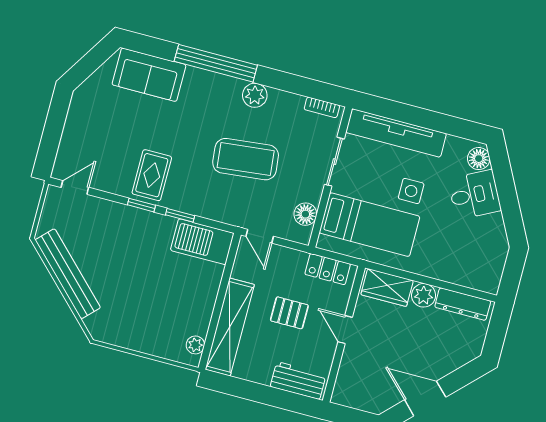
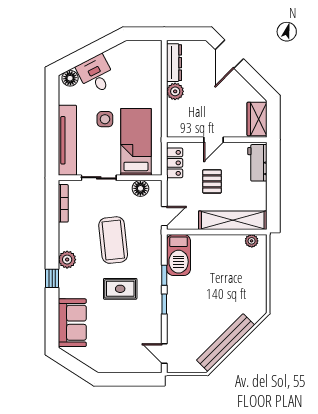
window: (216, 63) -> (52, 278), width x0.32
plant: (255, 95) -> (67, 260), moved
bookcase: (322, 107) -> (63, 203), width x1.56
rug: (152, 175) -> (120, 289), moved
wardrobe: (387, 288) -> (257, 119), moved, turned 180
door: (425, 398) -> (229, 54), moved

